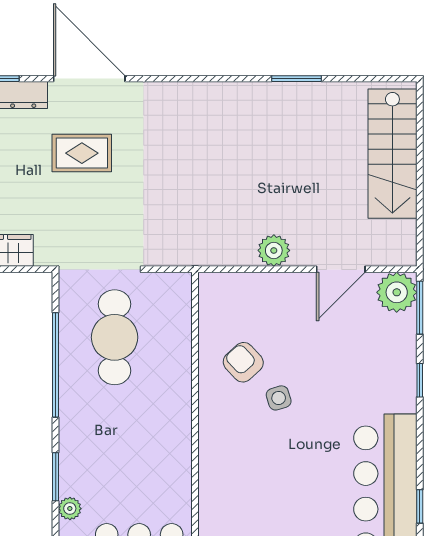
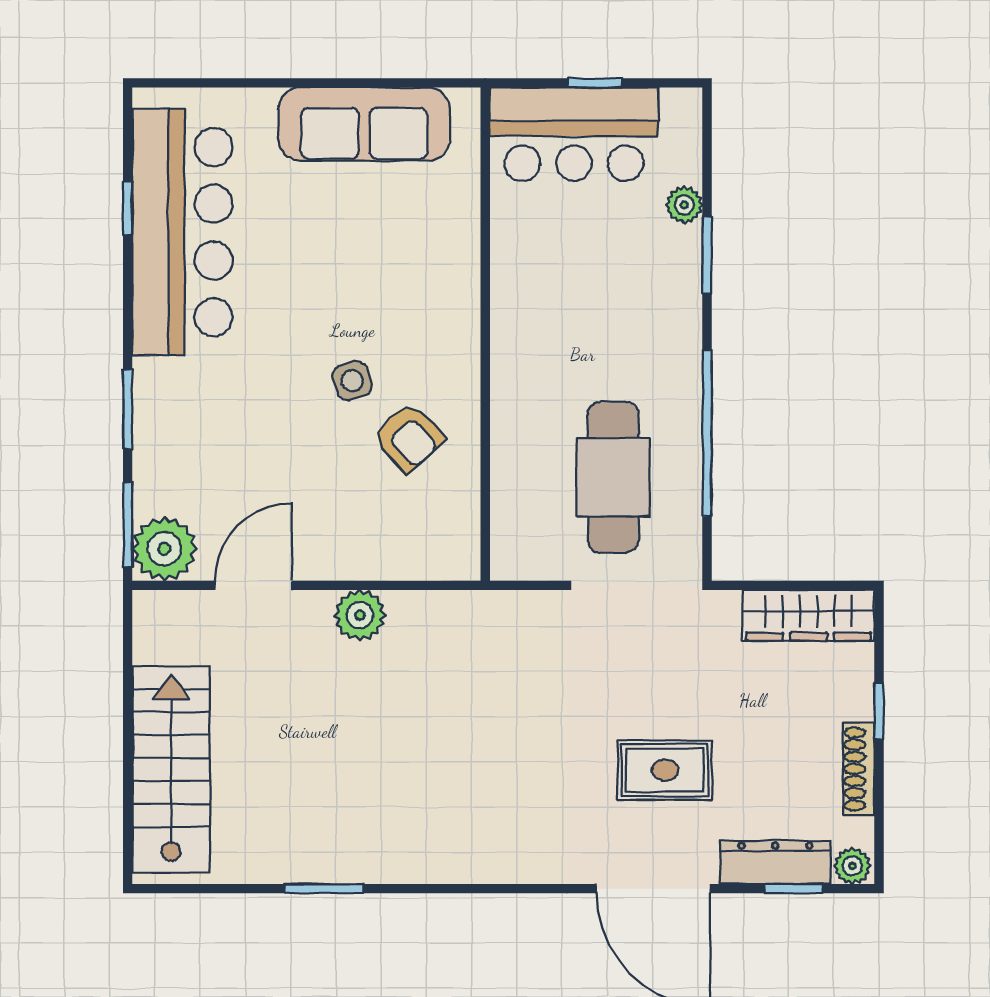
window: (420, 380) -> (128, 409), width x1.50

